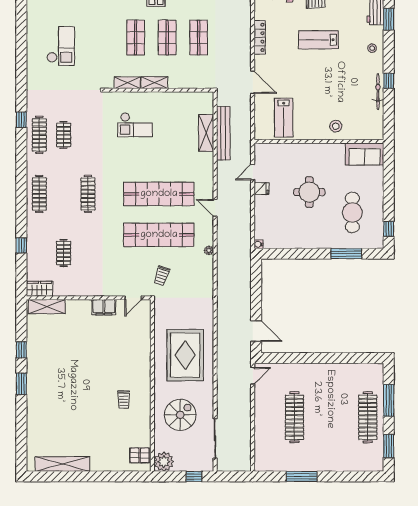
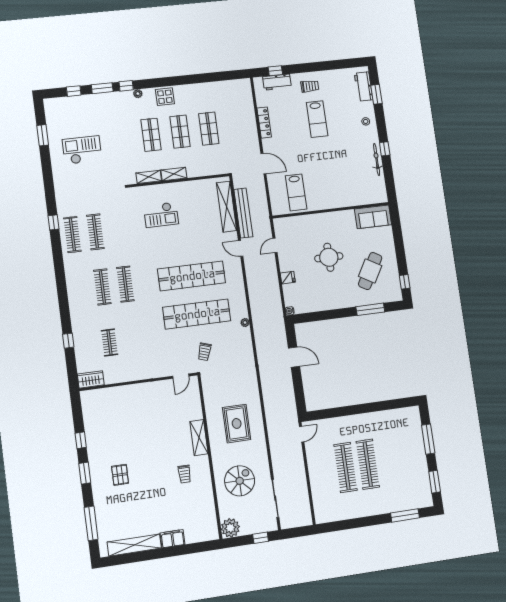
window: (21, 26) -> (43, 135), added
lab bench: (318, 40) -> (317, 119), turned -90
checkout: (61, 46) -> (82, 150), turned -90
stool: (336, 126) -> (344, 195), removed
shelving: (206, 133) -> (227, 207), width x1.47
clothes rail: (64, 135) -> (95, 232), width x1.36
fridge: (261, 189) -> (288, 278), moved
clothes rail: (39, 194) -> (102, 287), moved
door: (215, 208) -> (241, 248), moved
cafe table: (352, 212) -> (370, 271), turned 30
shelving: (47, 307) -> (199, 438), moved, turned 90
filing cabinet: (104, 307) -> (173, 539), moved, turned 180
door: (256, 331) -> (294, 357), moved
rug: (185, 355) -> (237, 423), width x0.73, depth x0.69
clothes rail: (368, 417) -> (368, 464), moved
window: (21, 436) -> (91, 523), added
pallet: (140, 455) -> (120, 475), moved, turned 90
window: (302, 476) -> (405, 515), moved

